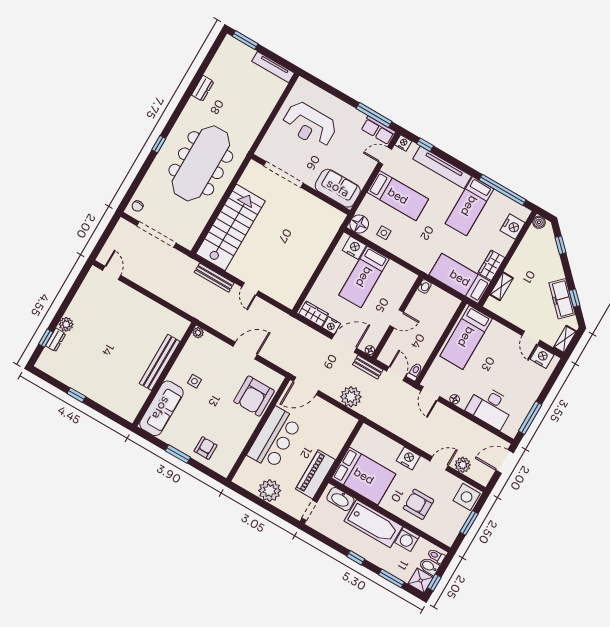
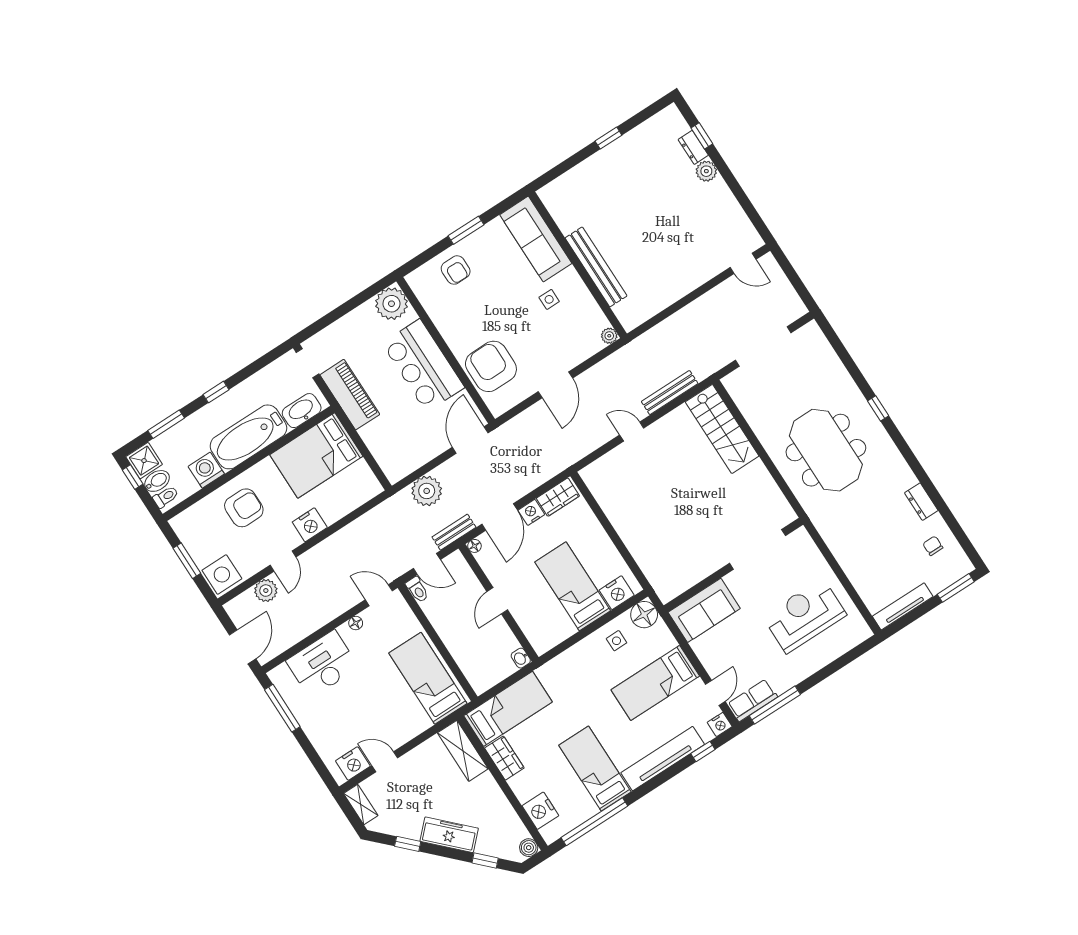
meeting table: (201, 163) -> (826, 450), width x0.73
chair: (137, 206) -> (933, 546), moved
stairs: (231, 227) -> (722, 429), width x0.73, depth x0.66
shelving: (502, 286) -> (463, 751), width x1.50, depth x1.33
freezer: (562, 299) -> (449, 835), moved
plant: (270, 491) -> (391, 304), moved

